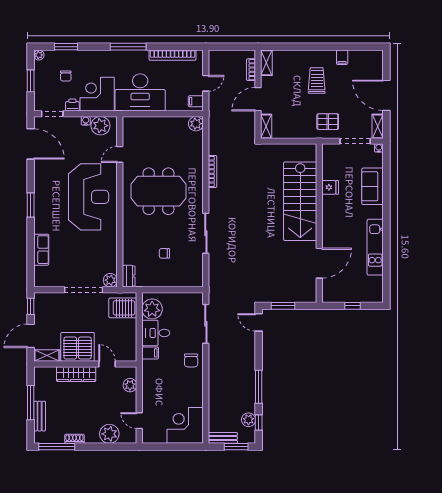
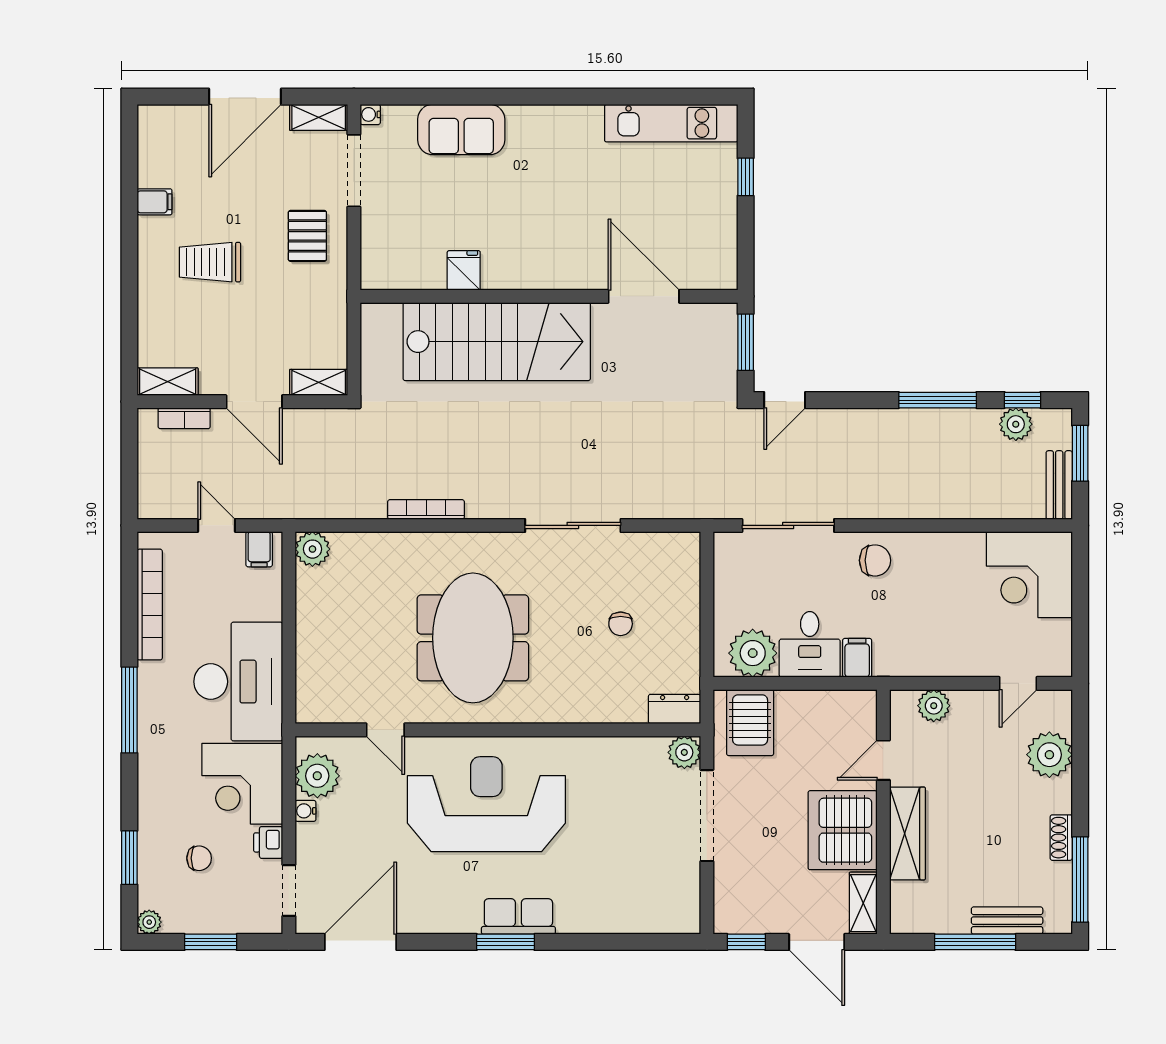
fridge: (330, 187) -> (464, 270), moved
stairs: (300, 201) -> (497, 342), moved
wall: (319, 223) -> (549, 296), moved
kitchen unit: (375, 247) -> (671, 123), moved
row of seats: (41, 250) -> (518, 916), moved
door: (319, 263) -> (644, 296), moved

